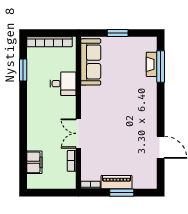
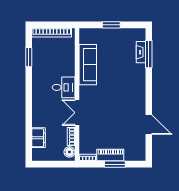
sofa: (91, 62) -> (88, 65), moved
desk: (63, 84) -> (64, 87), moved
floor lamp: (70, 179) -> (69, 152), added

